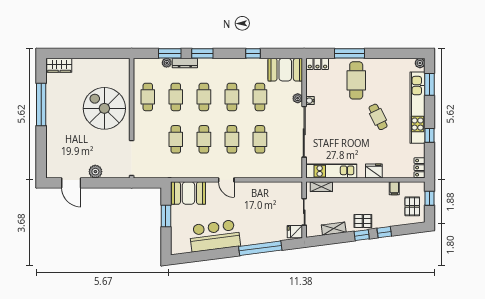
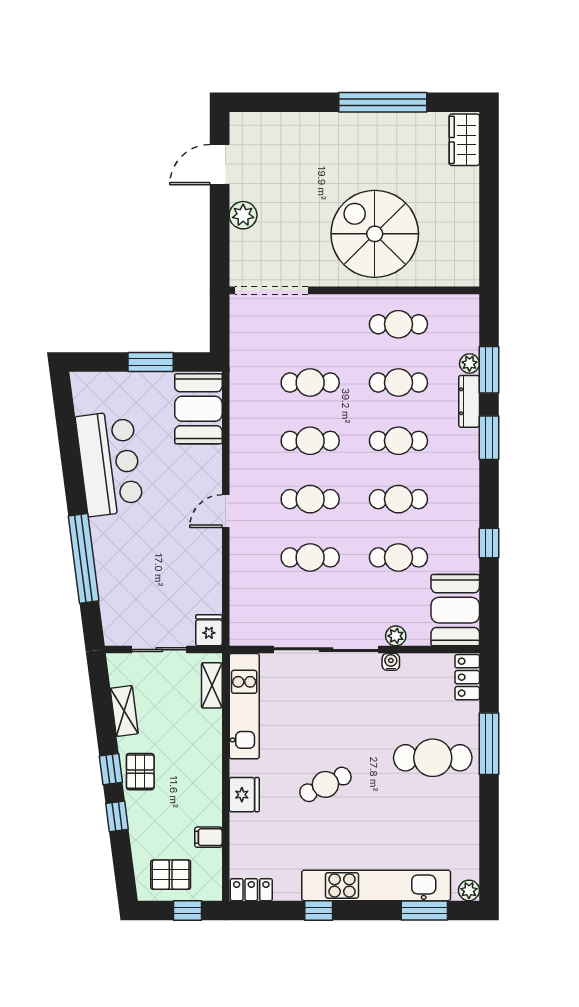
spiral stairs: (104, 108) -> (375, 234), turned -90
cafe table: (378, 117) -> (325, 784), moved
door: (226, 180) -> (226, 511), moved
fridge: (295, 232) -> (209, 630), moved

